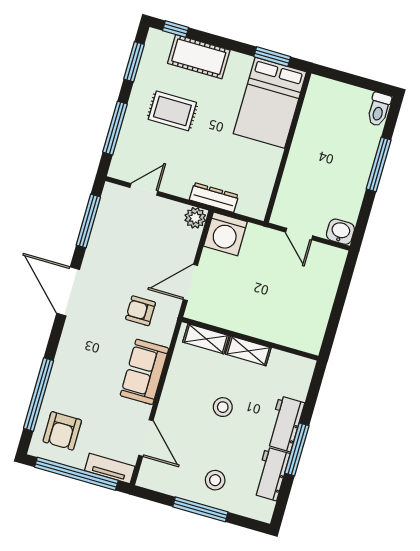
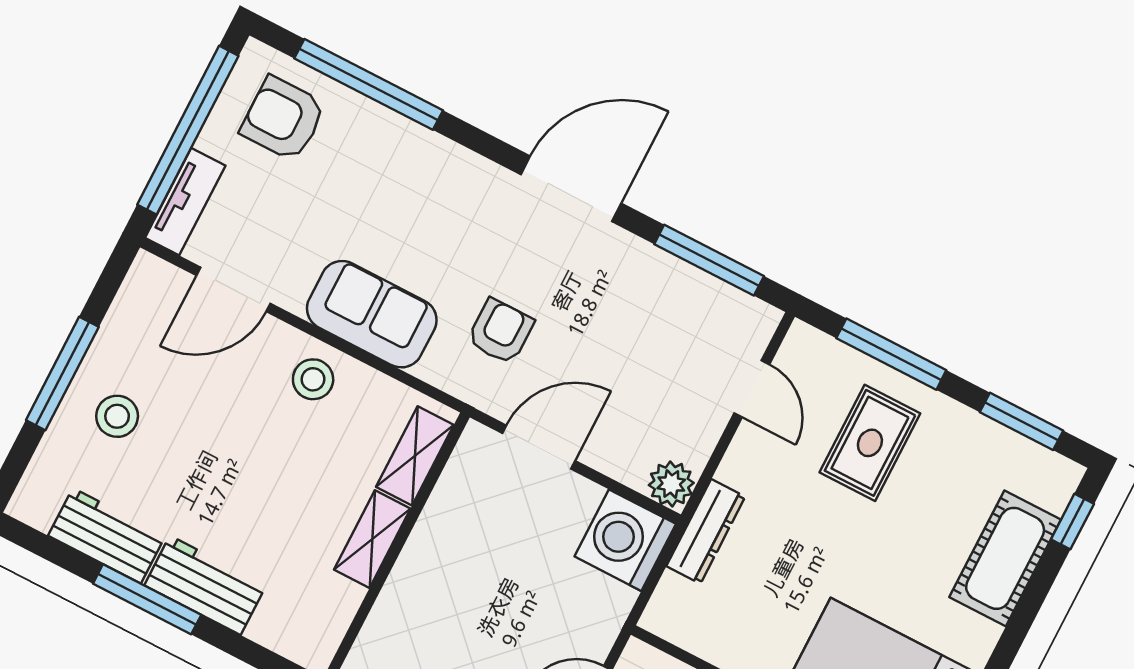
rug: (172, 111) -> (870, 443), moved
door: (190, 282) -> (539, 447), hinge flipped
stool: (223, 407) -> (313, 379), moved

